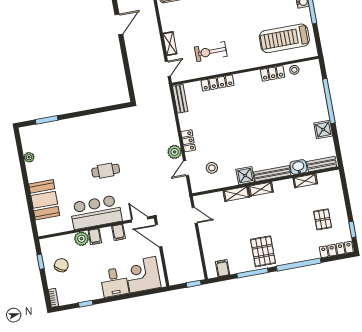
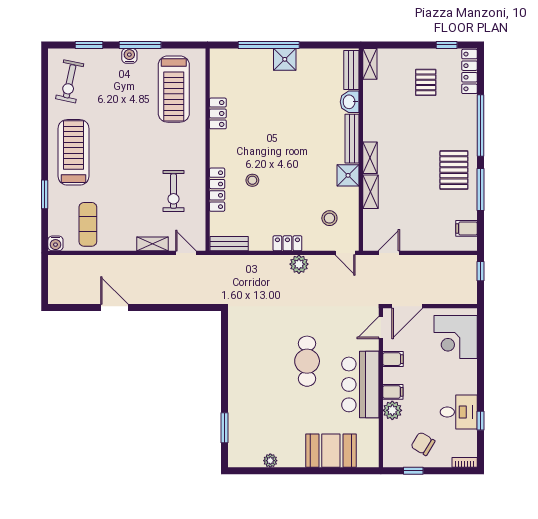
stool: (294, 70) -> (252, 180), moved
shower: (323, 130) -> (285, 59), moved
door: (186, 168) -> (345, 253), moved
cafe table: (106, 171) -> (307, 361), width x1.37, depth x1.35
shelving: (305, 181) -> (370, 64), moved
pallet: (323, 219) -> (426, 82), turned 90
pallet: (263, 251) -> (454, 170), turned 90
desk: (114, 282) -> (459, 412), moved

